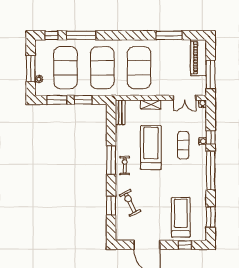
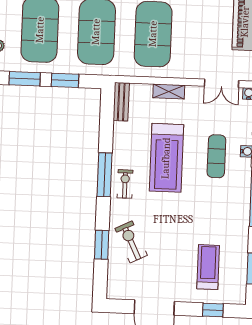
treadmill: (151, 147) -> (166, 158), turned 180
treadmill: (181, 217) -> (208, 267), width x0.73, depth x0.73

